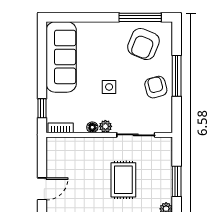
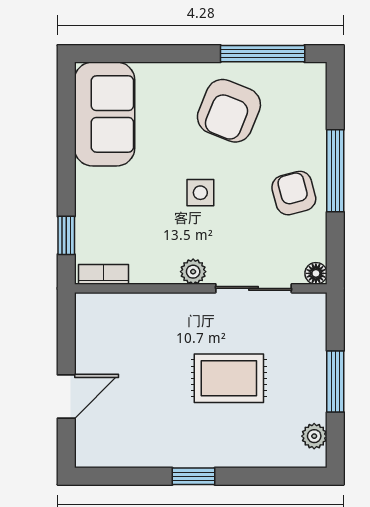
armchair: (143, 44) -> (229, 111), moved
sofa: (61, 57) -> (105, 114), width x0.73
floor lamp: (92, 127) -> (316, 273), moved
rug: (123, 180) -> (229, 378), turned 90

